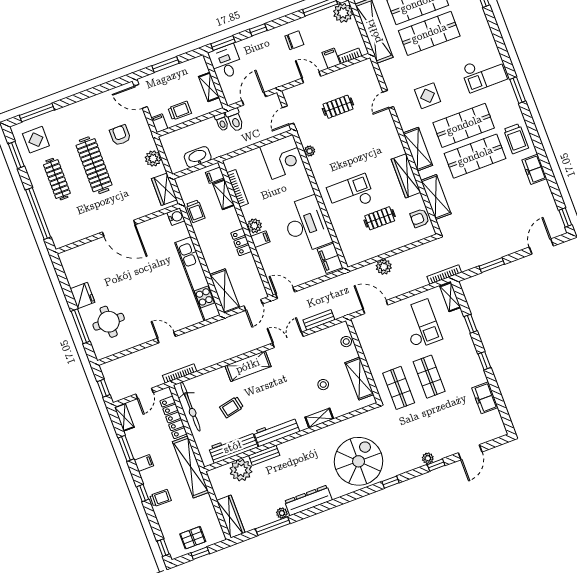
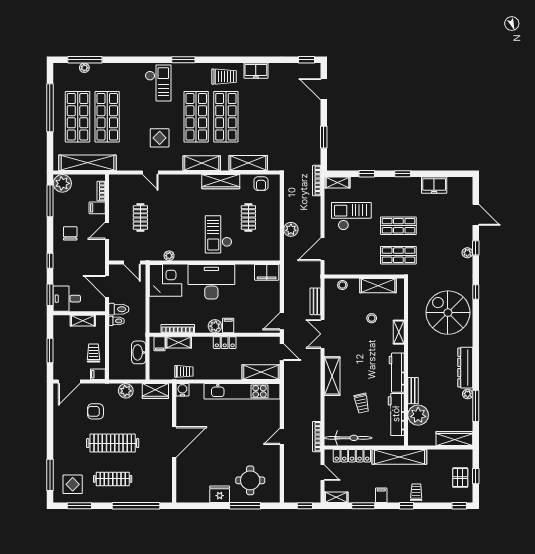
desk: (306, 225) -> (211, 282), moved

